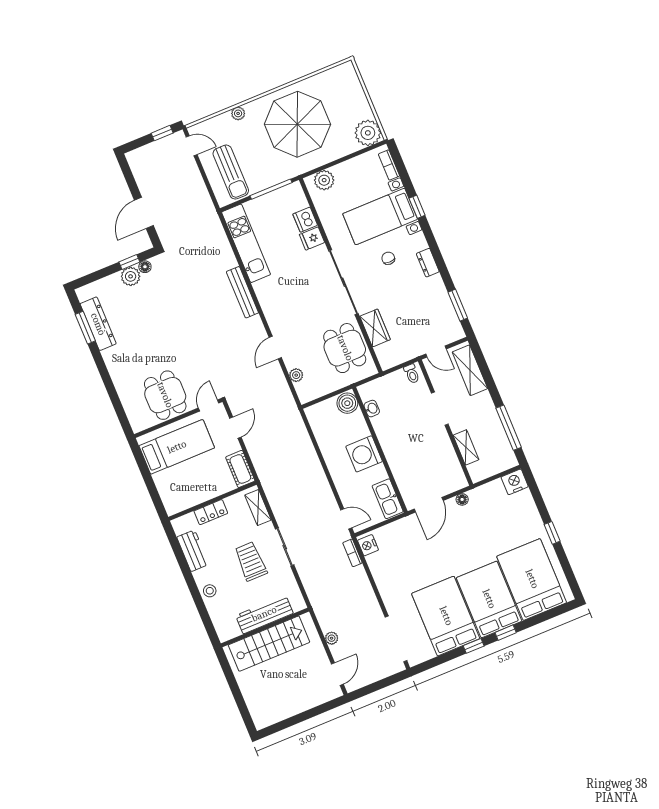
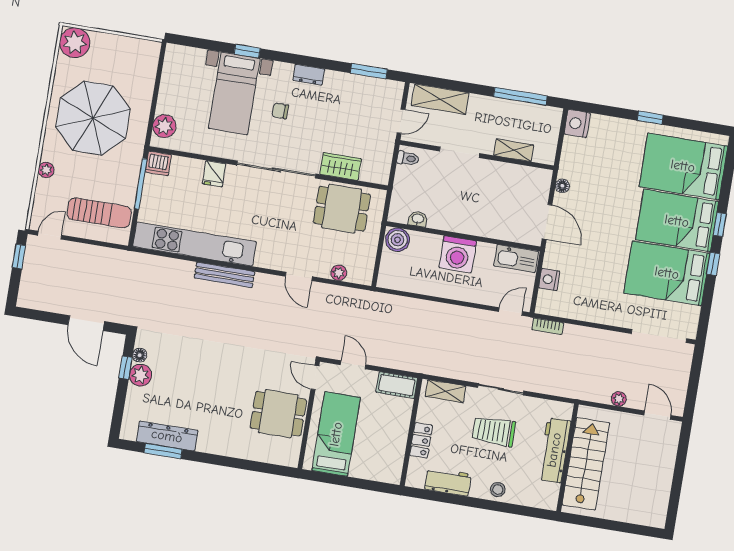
plant: (368, 133) -> (75, 43), moved
bookcase: (389, 165) -> (189, 53), removed
dishwasher: (305, 220) -> (158, 163), moved
kitchen unit: (246, 243) -> (195, 244), width x1.36
nightstand: (368, 545) -> (549, 279), moved, turned 90

